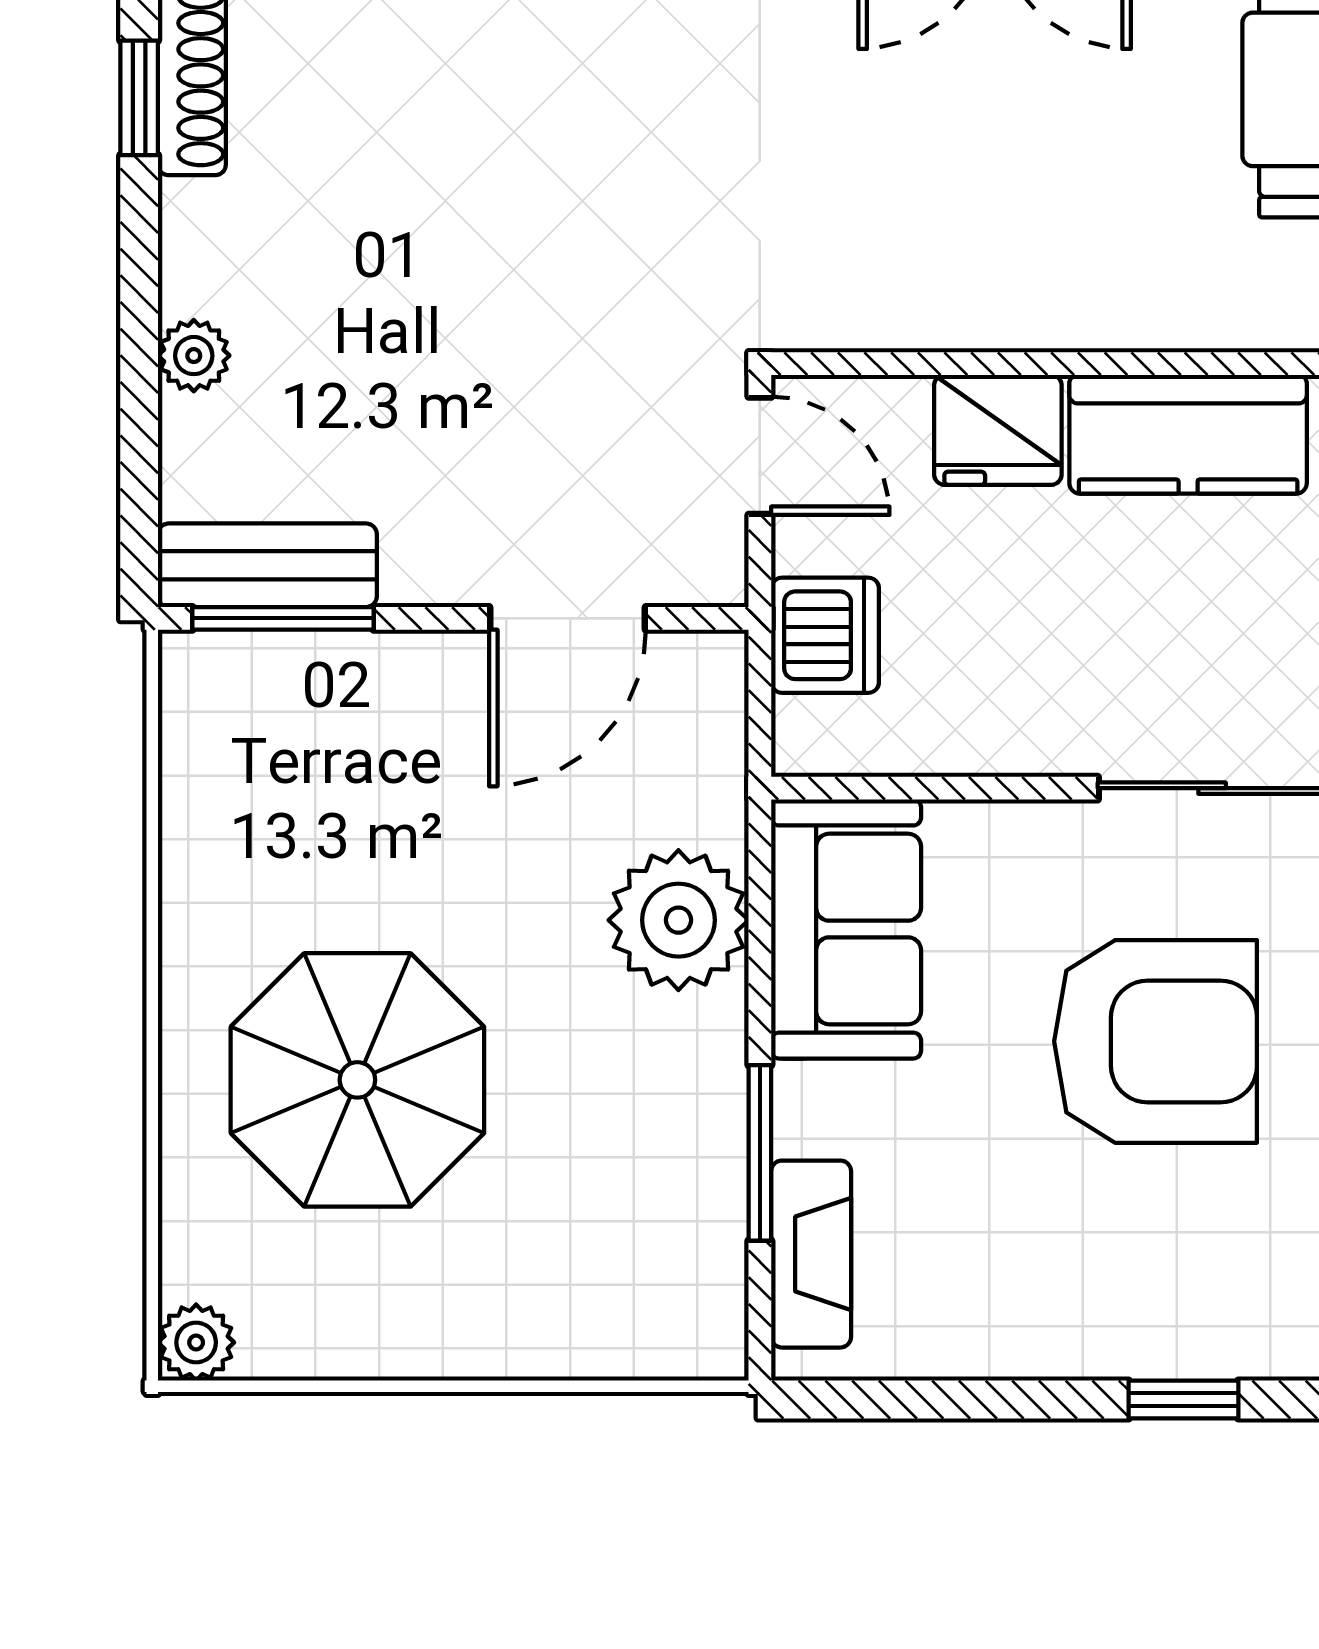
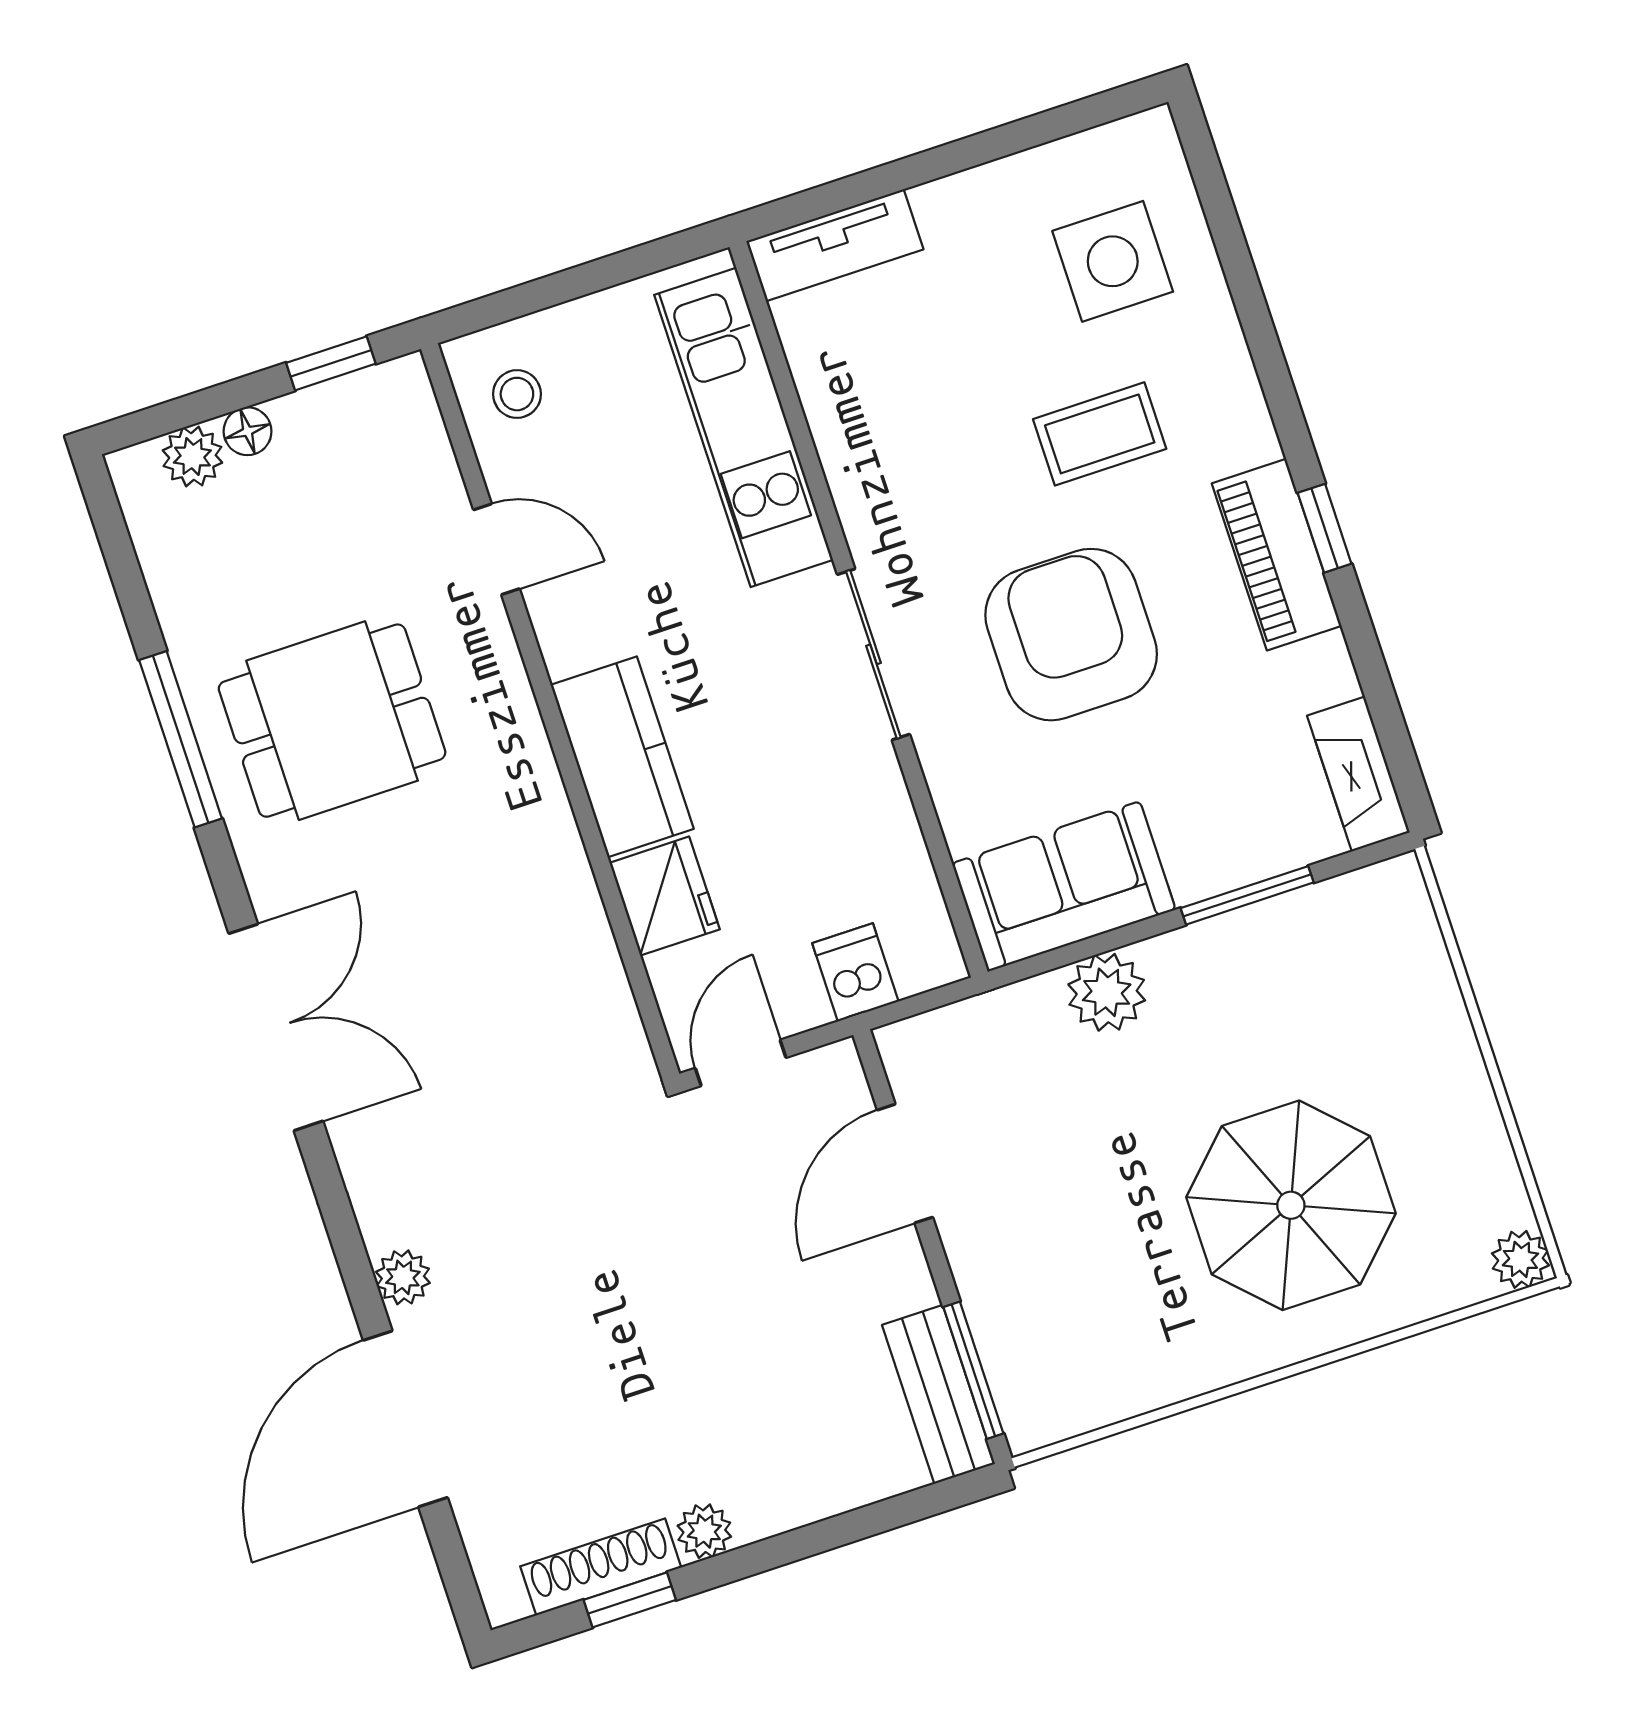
plant: (194, 356) -> (704, 1531), moved
door: (567, 618) -> (905, 1164), swing flipped
dishwasher: (825, 635) -> (855, 972), width x0.73
plant: (678, 920) -> (1107, 992), width x0.73, depth x0.73
fireplace: (811, 1254) -> (1358, 774), moved, turned -90
piano: (1170, 1329) -> (1277, 555), added

